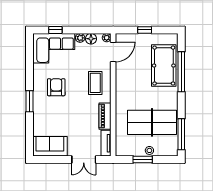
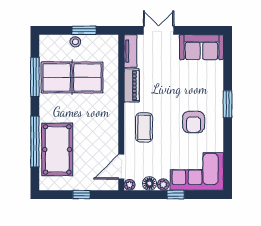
window: (55, 30) -> (176, 195), moved
window: (181, 134) -> (35, 77), moved

